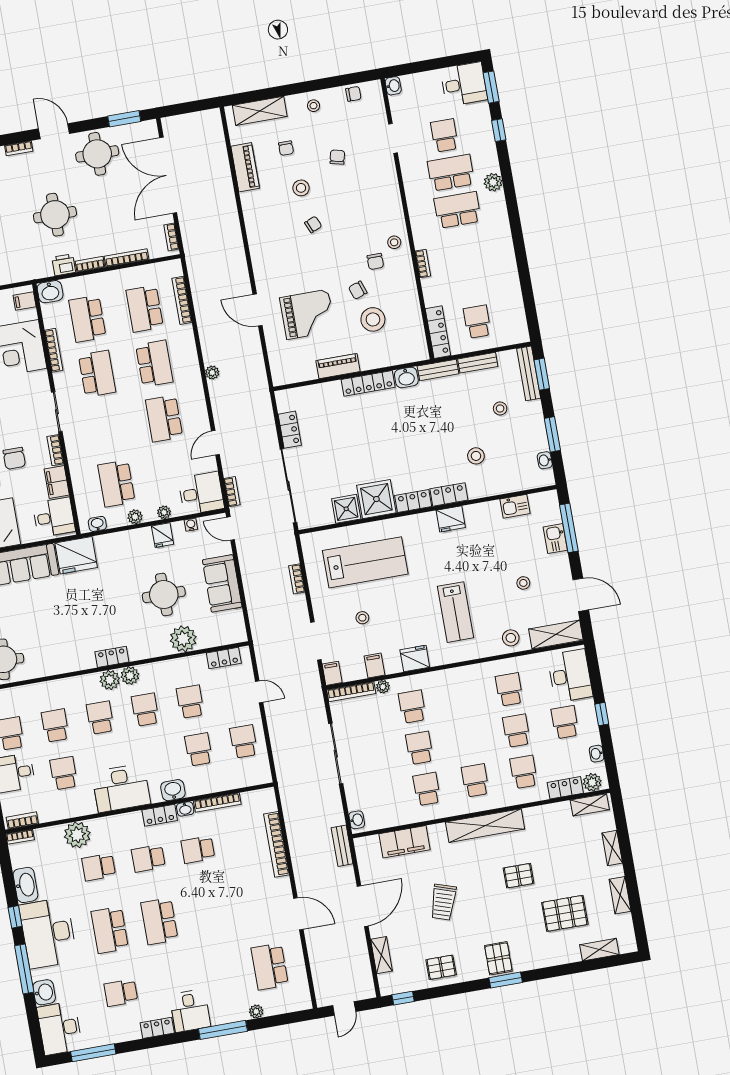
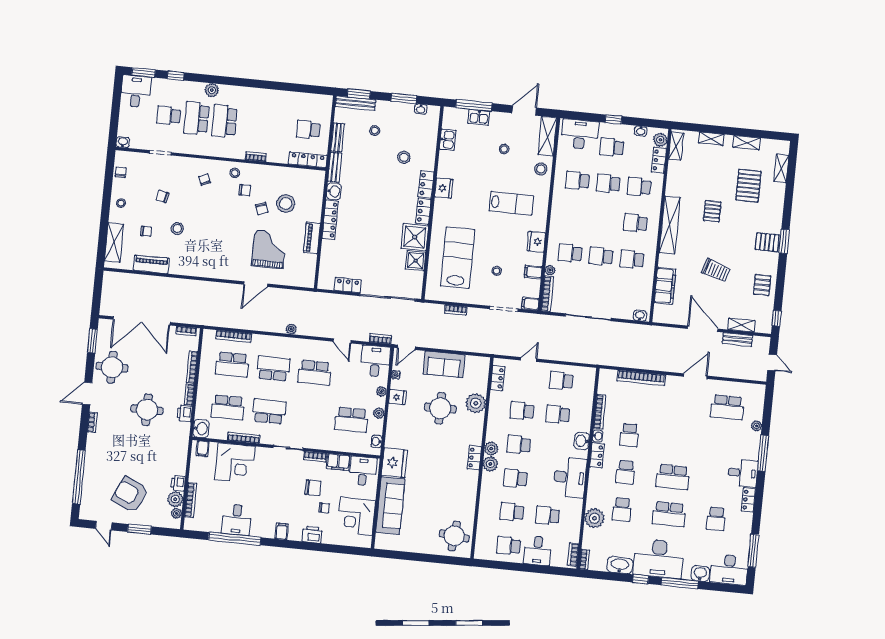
chair: (313, 224) -> (205, 180), moved
bench: (342, 846) -> (737, 339), moved

